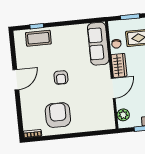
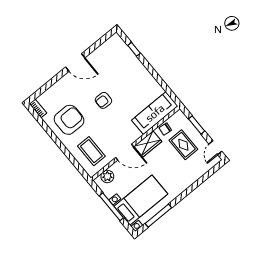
coffee table: (38, 38) -> (91, 151), moved

